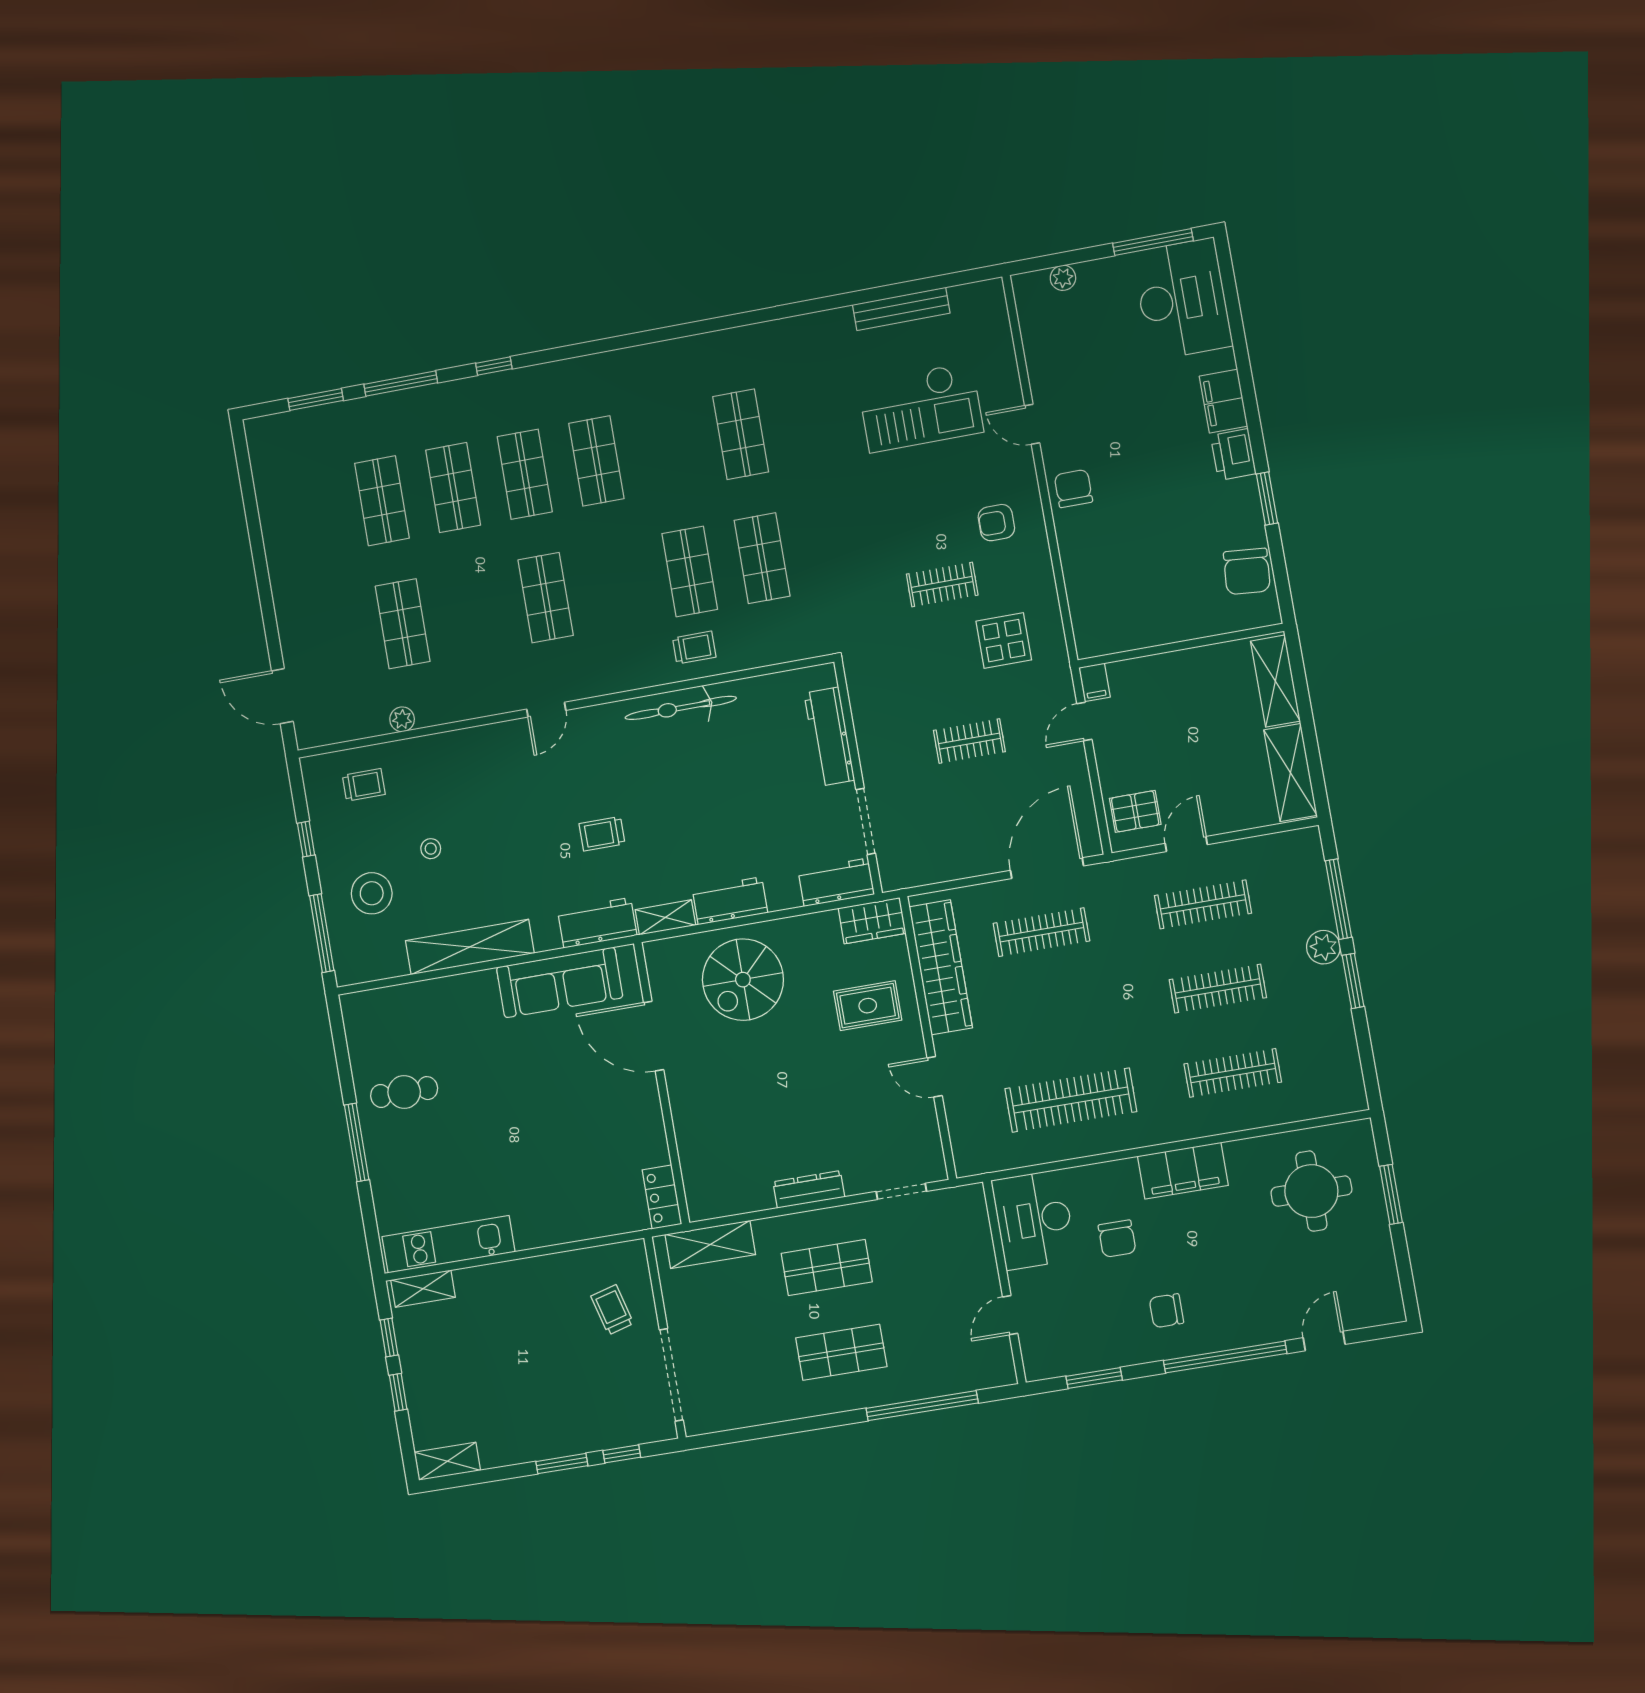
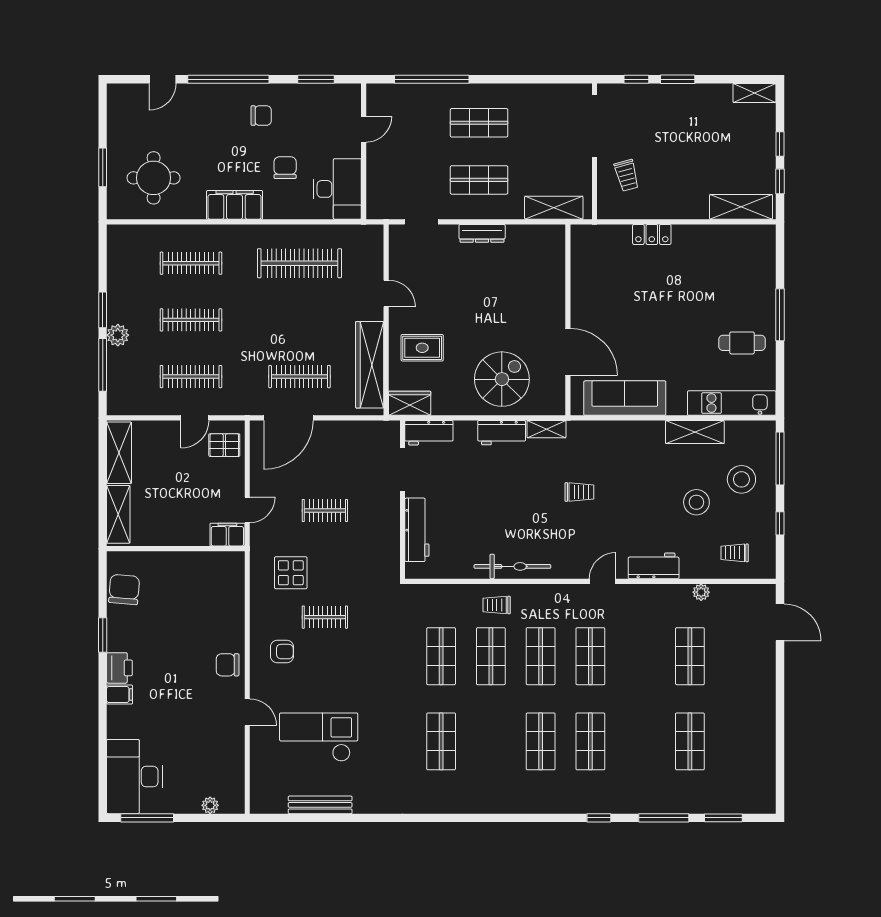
filing cabinet: (1223, 401) -> (120, 695), width x0.50
shop shelf: (453, 488) -> (541, 656), moved
chair: (1073, 488) -> (228, 665), turned 90
filing cabinet: (1094, 682) -> (227, 535), width x2.00
stool: (431, 849) -> (696, 502), width x1.89, depth x1.89
workbench: (597, 923) -> (654, 566), moved, turned 180
shelving: (470, 947) -> (695, 432), width x0.68
locker: (662, 1197) -> (652, 234), moved, turned 90
kitchen unit: (448, 1244) -> (732, 403), moved, turned 180
shelving: (423, 1289) -> (741, 207), width x1.50, depth x1.33

